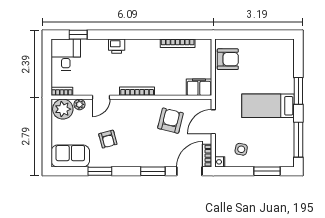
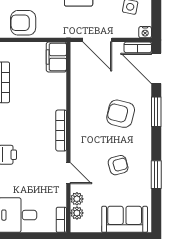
armchair: (228, 59) -> (23, 23), turned -90
plant: (63, 109) -> (77, 213), width x0.53, depth x0.53
armchair: (171, 121) -> (121, 114), moved
sofa: (70, 156) -> (125, 219), moved, turned 90

